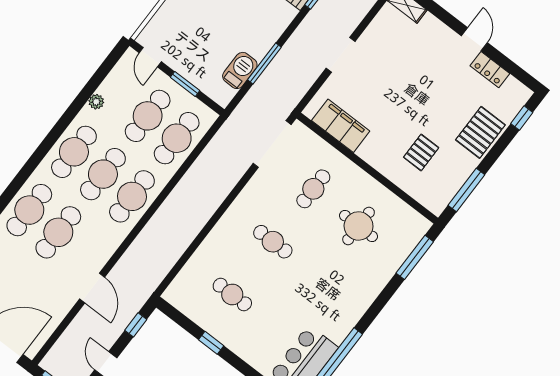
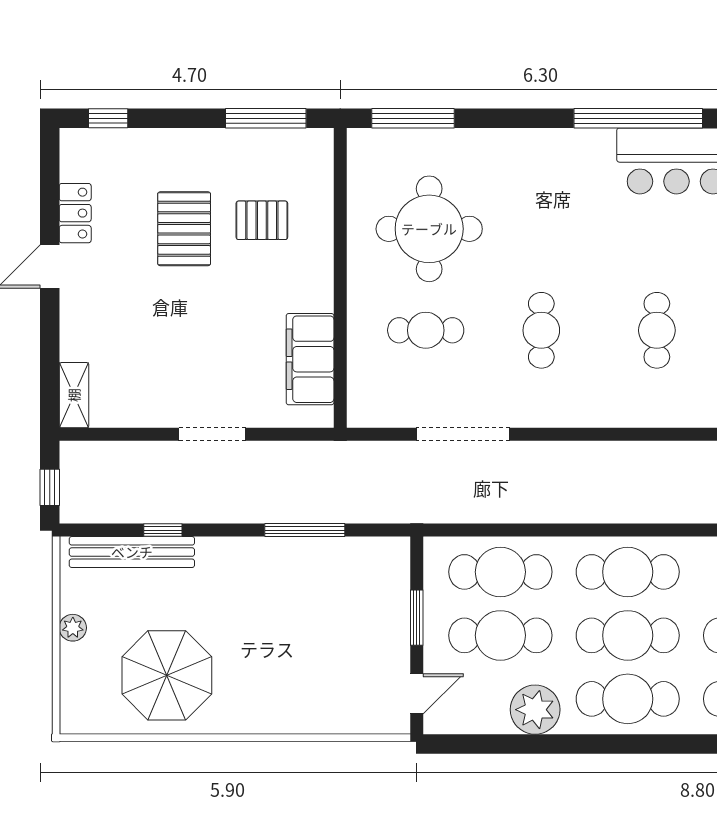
barbecue: (240, 70) -> (340, 556), removed
plant: (96, 102) -> (535, 710), width x1.87, depth x1.87
pallet: (480, 132) -> (184, 229), moved, turned 90
doorway: (272, 144) -> (463, 434), moved
round table: (359, 226) -> (429, 229), width x1.36, depth x1.36

